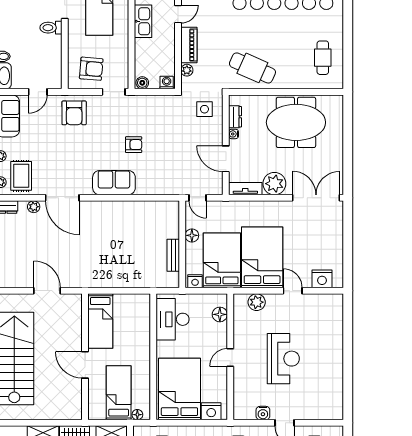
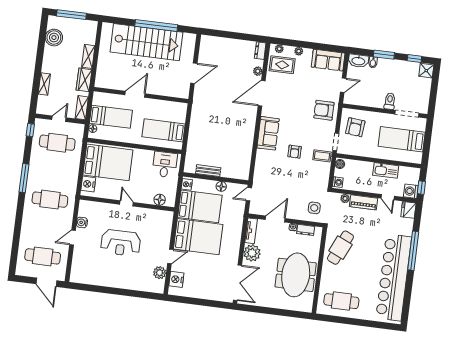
cafe table: (323, 58) -> (341, 301), width x1.37, depth x1.35
door: (38, 92) -> (343, 85), swing flipped
coffee table: (135, 108) -> (322, 156), added
plant: (257, 302) -> (160, 273), moved
desk: (173, 319) -> (165, 165), width x0.73
bed: (100, 321) -> (164, 130), moved

